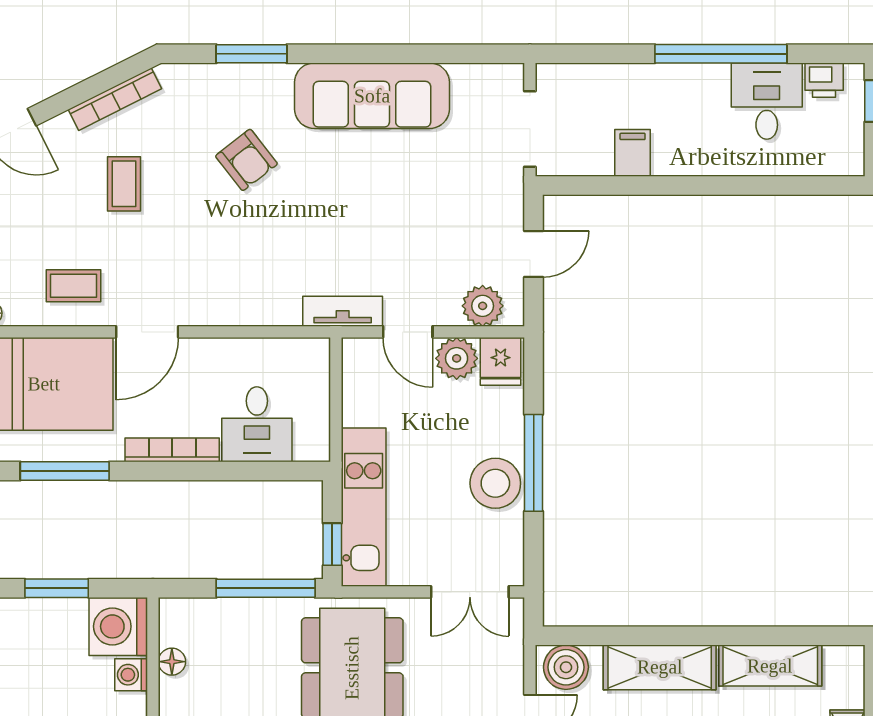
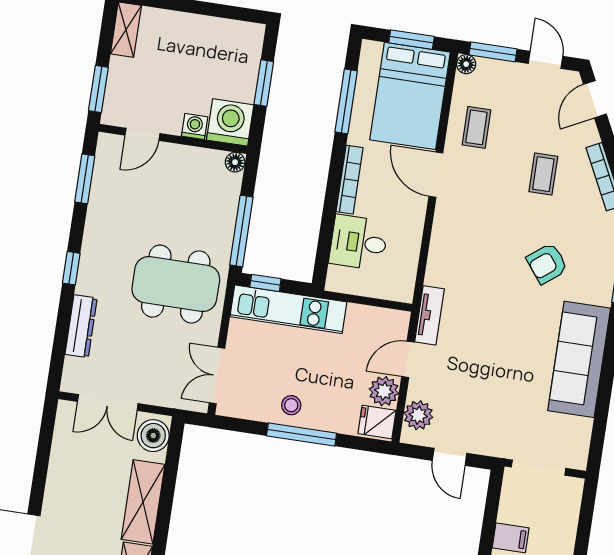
coffee table: (124, 184) -> (543, 174), turned 90
stool: (495, 483) -> (291, 405), width x0.53, depth x0.53
floor lamp: (172, 662) -> (235, 162), moved

